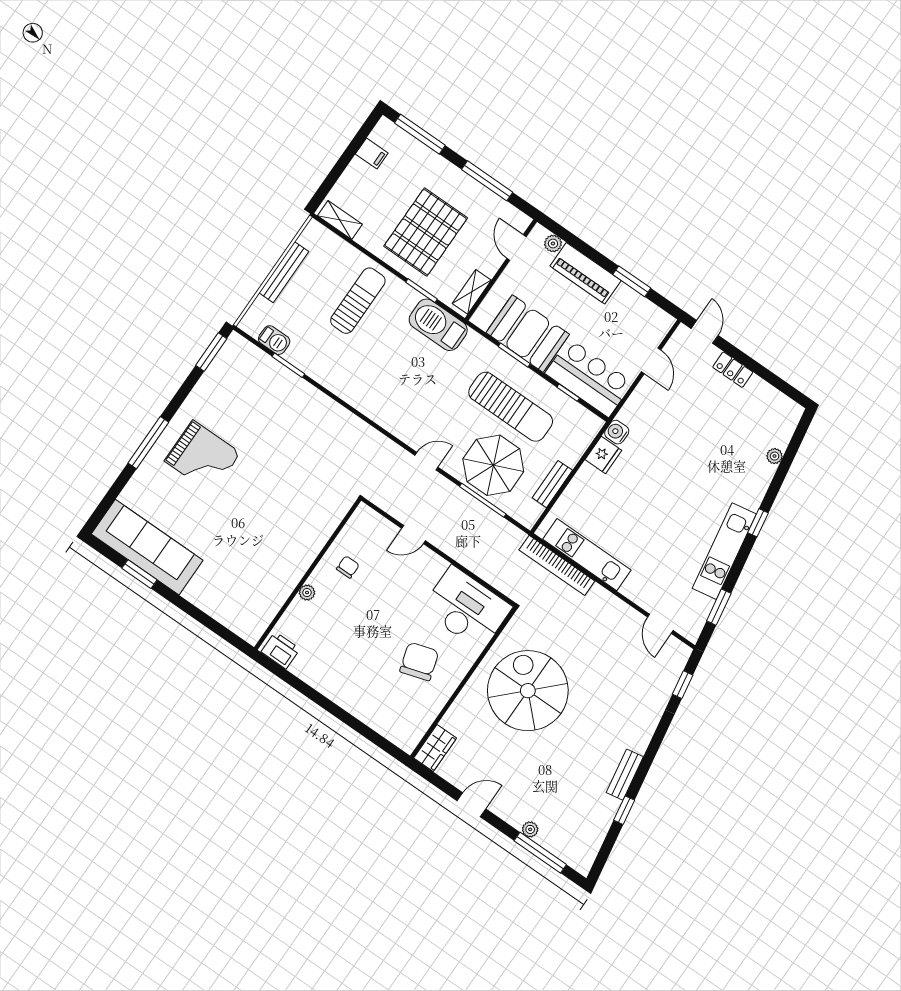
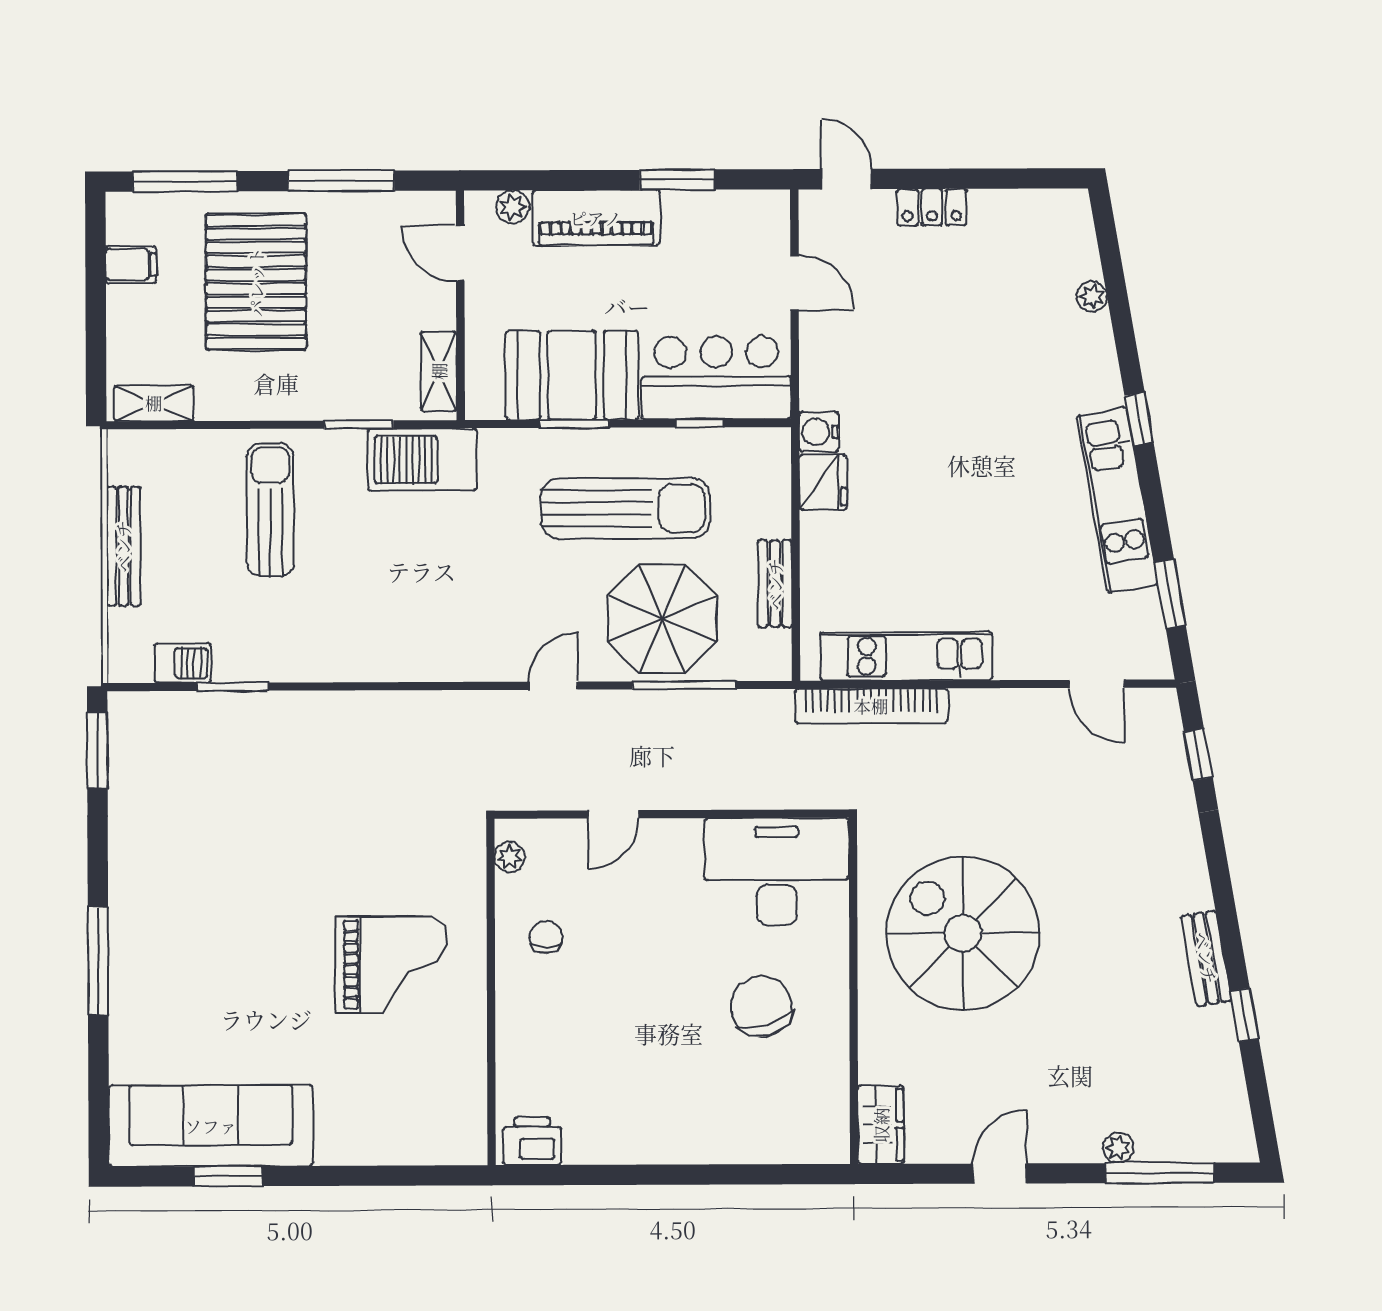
pallet: (426, 232) -> (256, 282), moved
grand piano: (202, 457) -> (391, 964), moved
plant: (307, 593) -> (510, 857), moved

